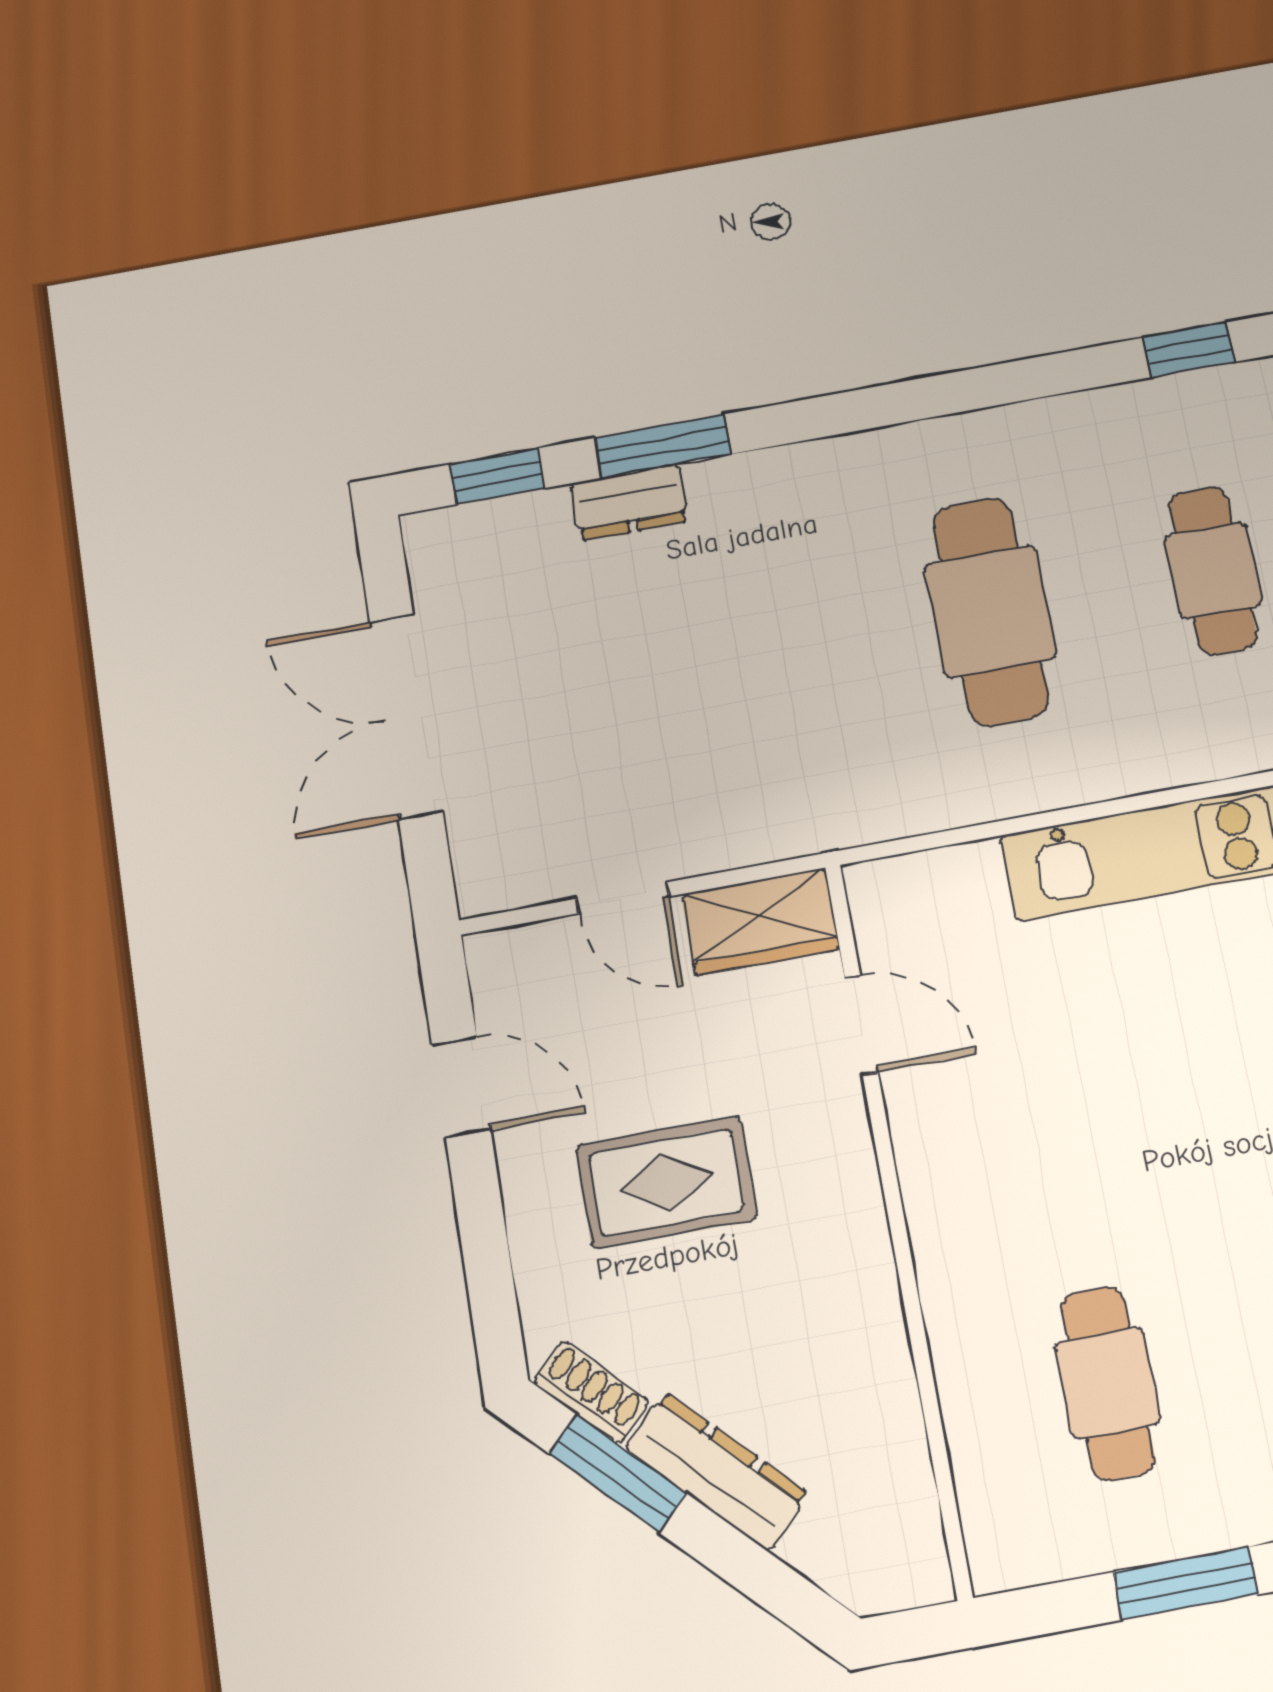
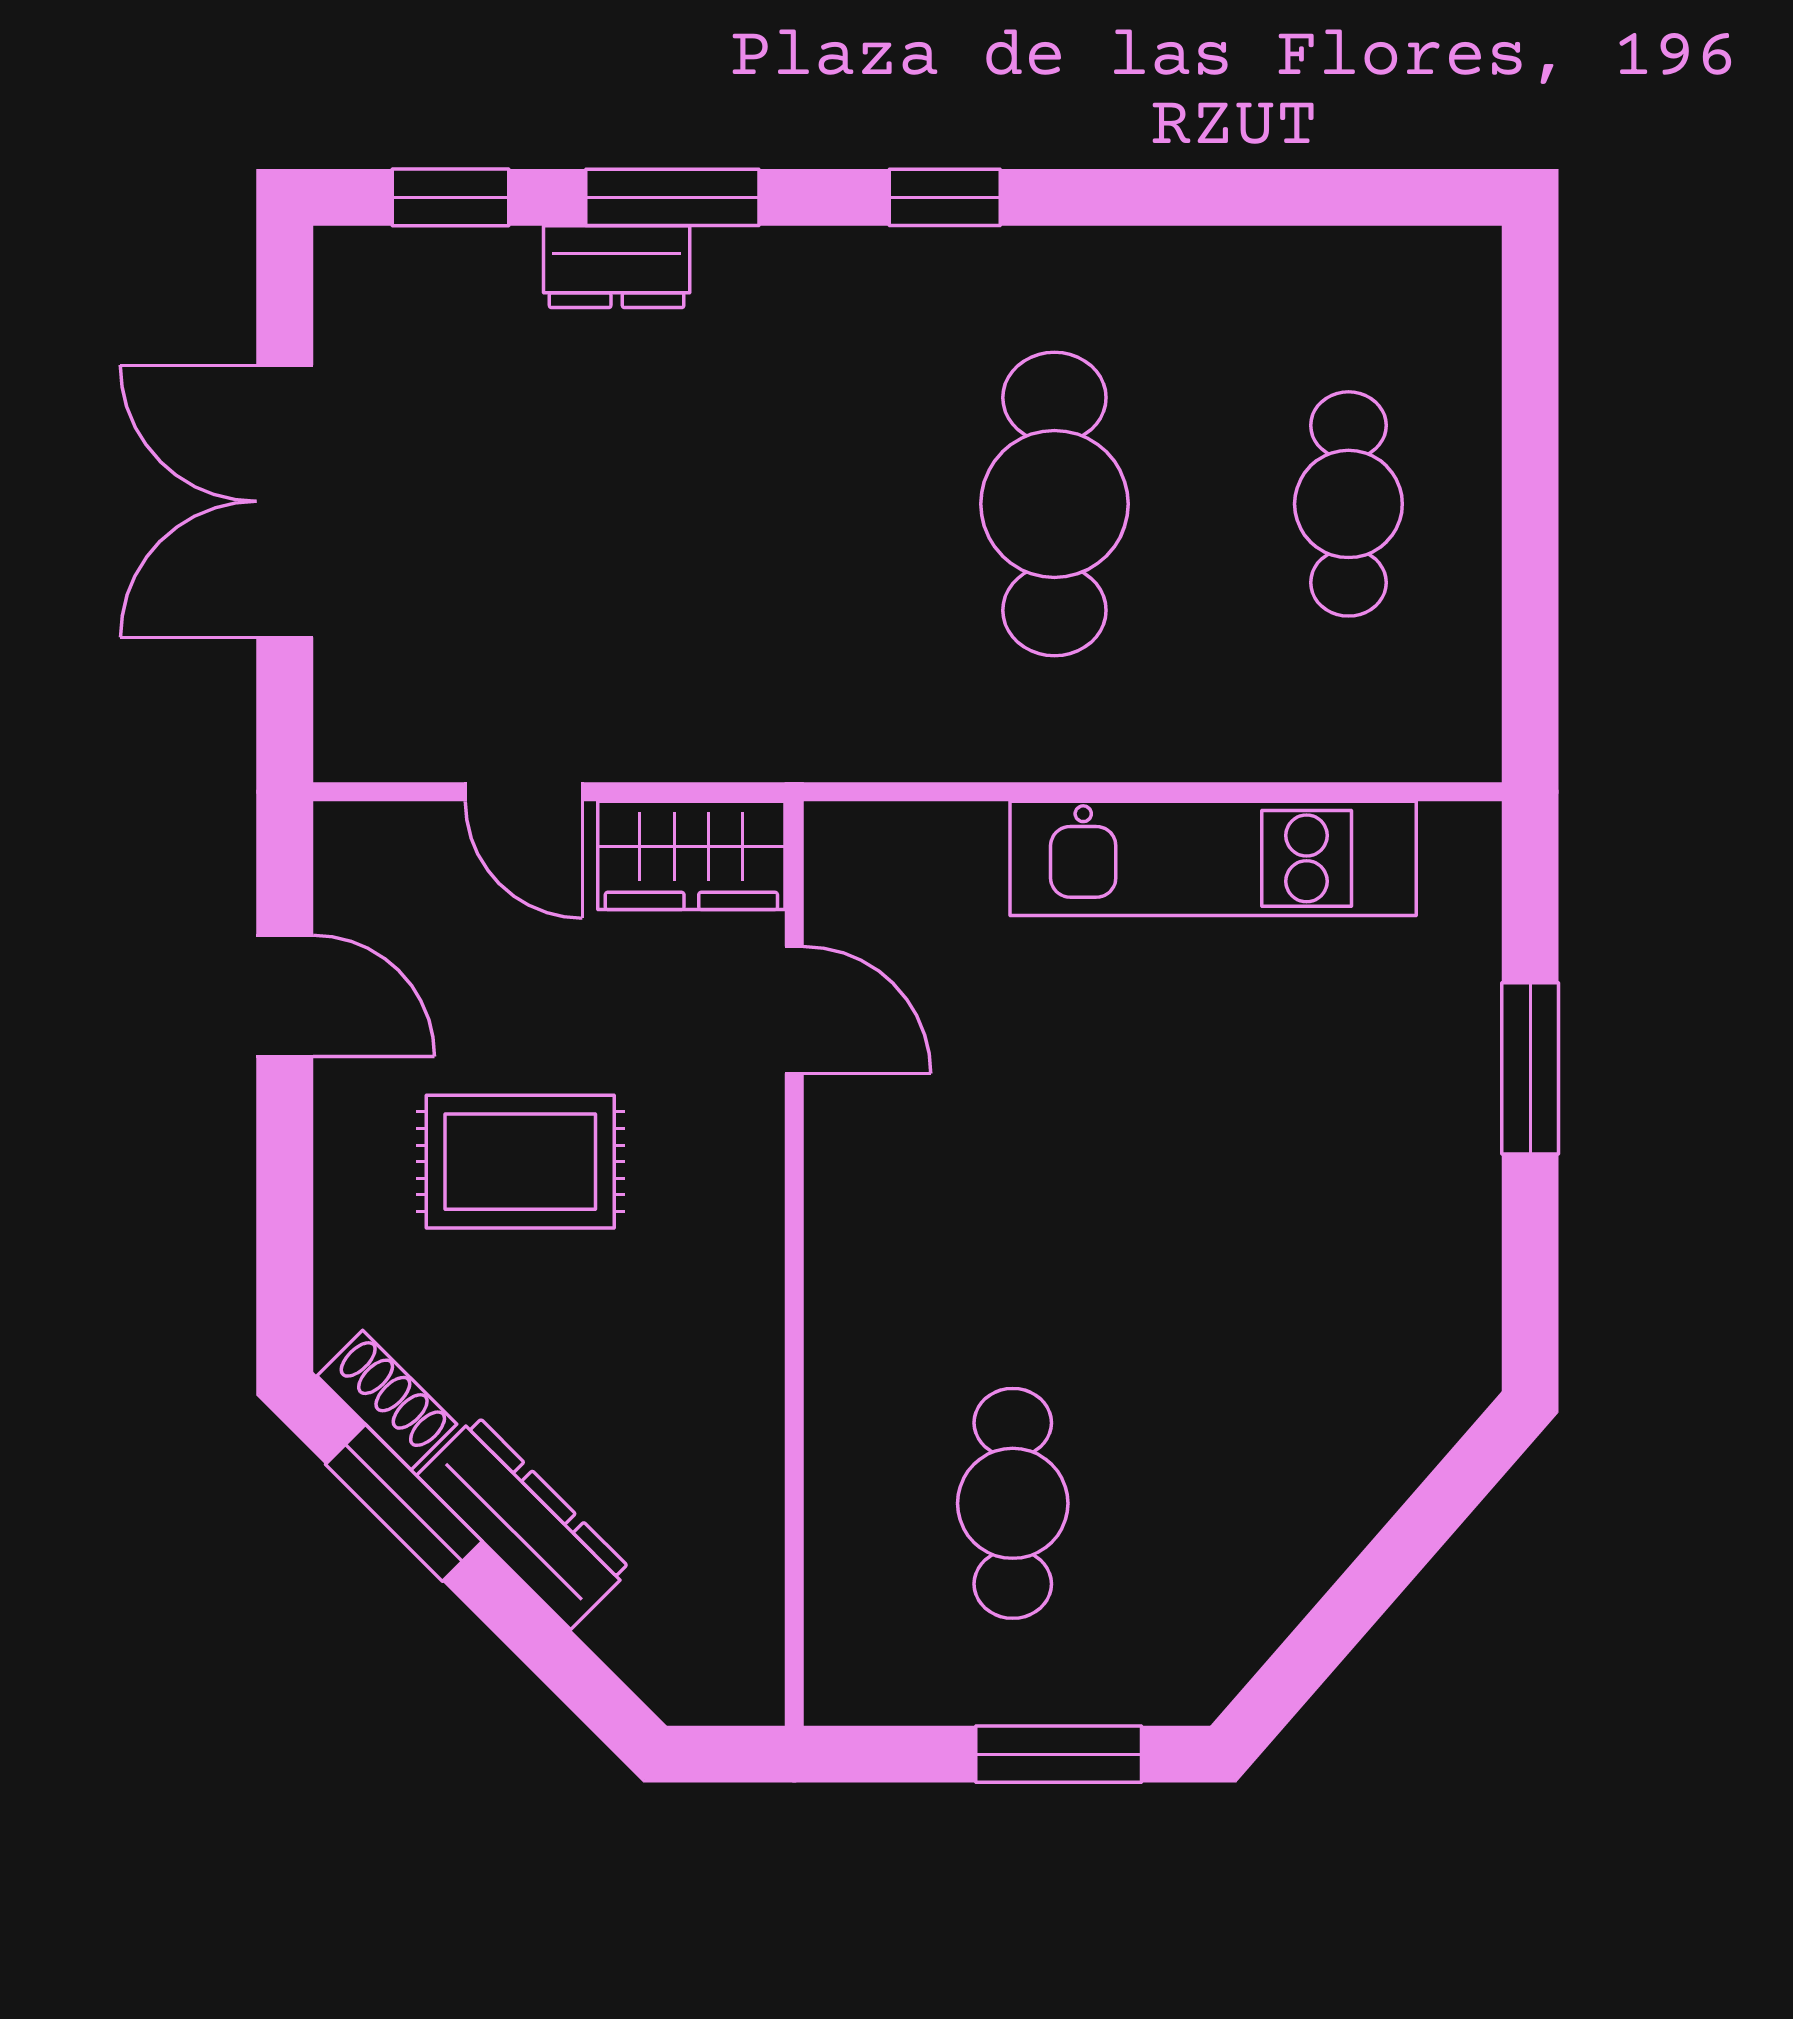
window: (1189, 350) -> (945, 197), moved

